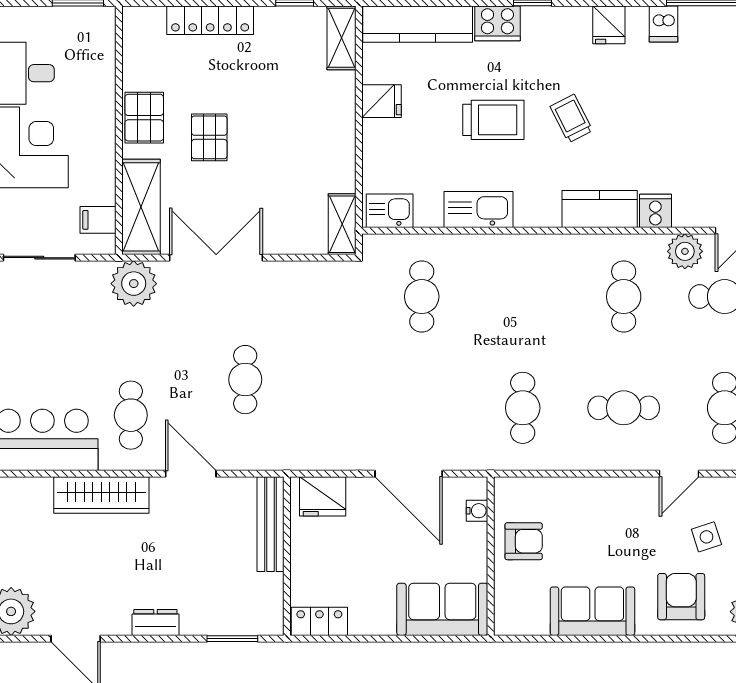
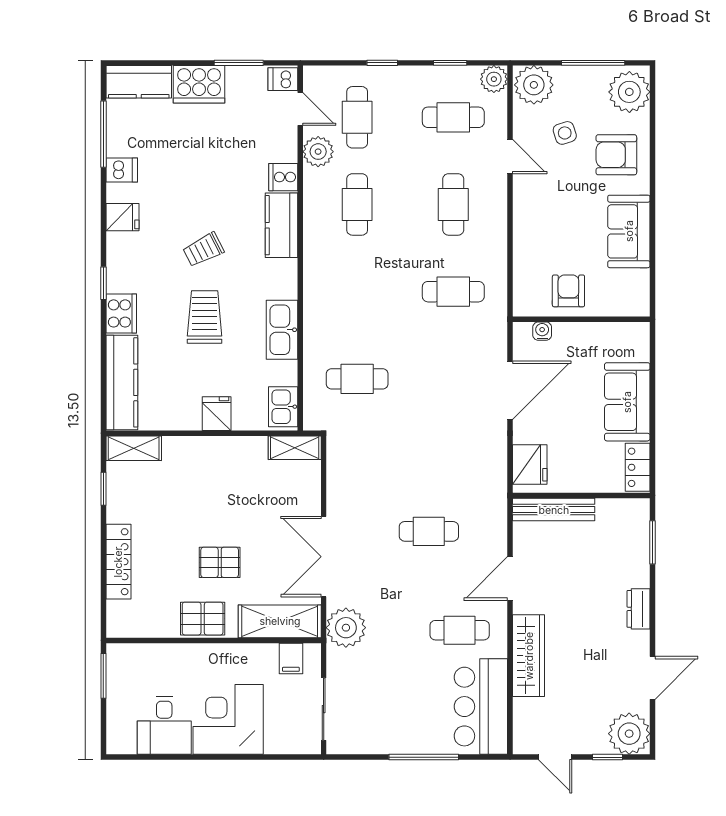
fridge: (381, 101) -> (217, 414), moved
cafe table: (624, 297) -> (357, 204), turned 90
sofa: (442, 609) -> (627, 402), moved

